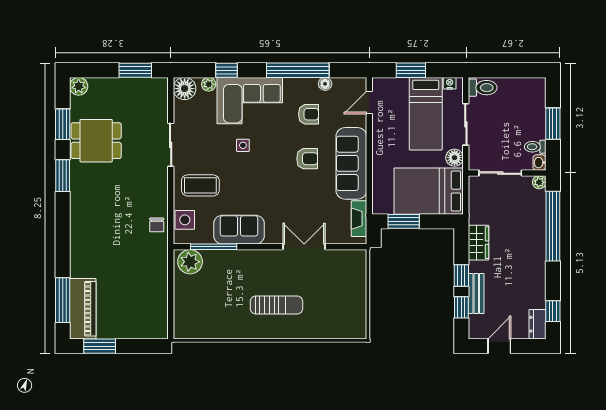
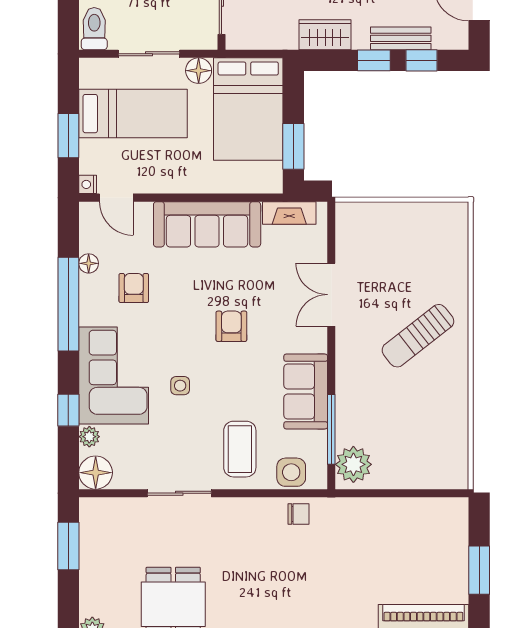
nightstand: (450, 83) -> (88, 184), moved
armchair: (307, 159) -> (231, 326), moved
sun lounger: (276, 305) -> (418, 336), turned -128
window: (100, 346) -> (479, 570), moved

